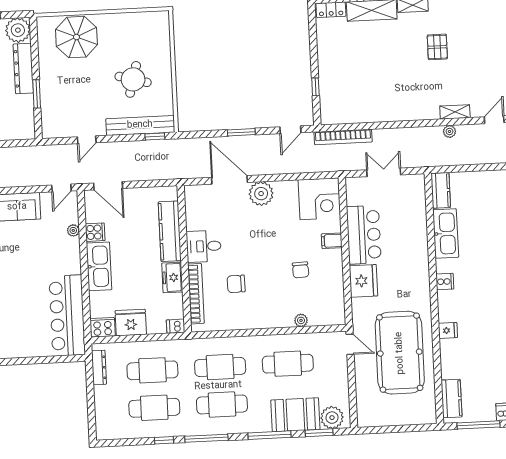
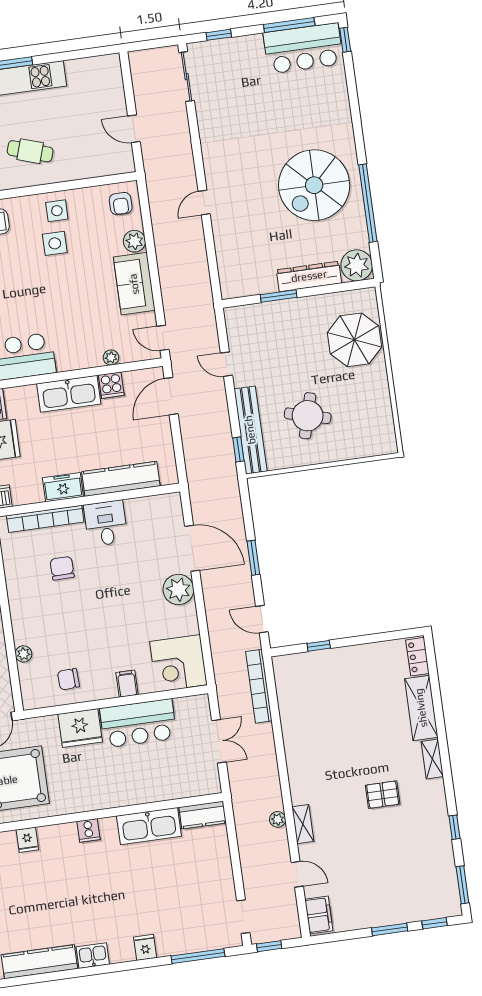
door: (230, 180) -> (192, 548), hinge flipped
chair: (301, 270) -> (68, 679), moved

